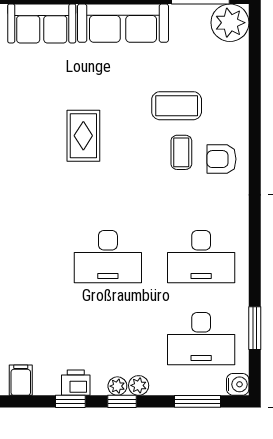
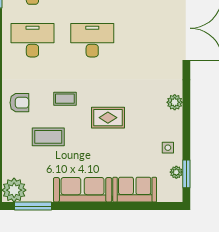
rug: (83, 136) -> (108, 118), turned 90
coffee table: (181, 152) -> (65, 99), moved, turned 90

